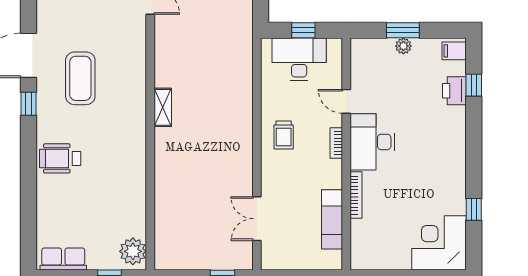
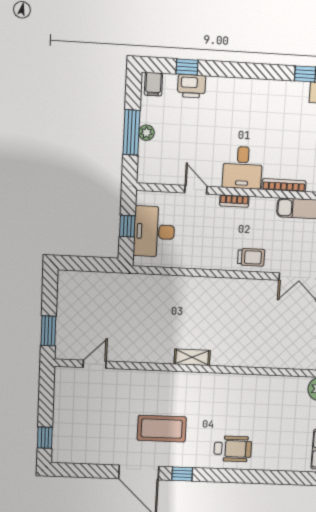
window: (403, 30) -> (131, 132), width x1.44
door: (346, 101) -> (196, 190), swing flipped
trolley: (284, 135) -> (251, 257), moved
desk: (372, 142) -> (242, 168), width x0.73
wheelchair: (60, 158) -> (233, 449), turned -90

